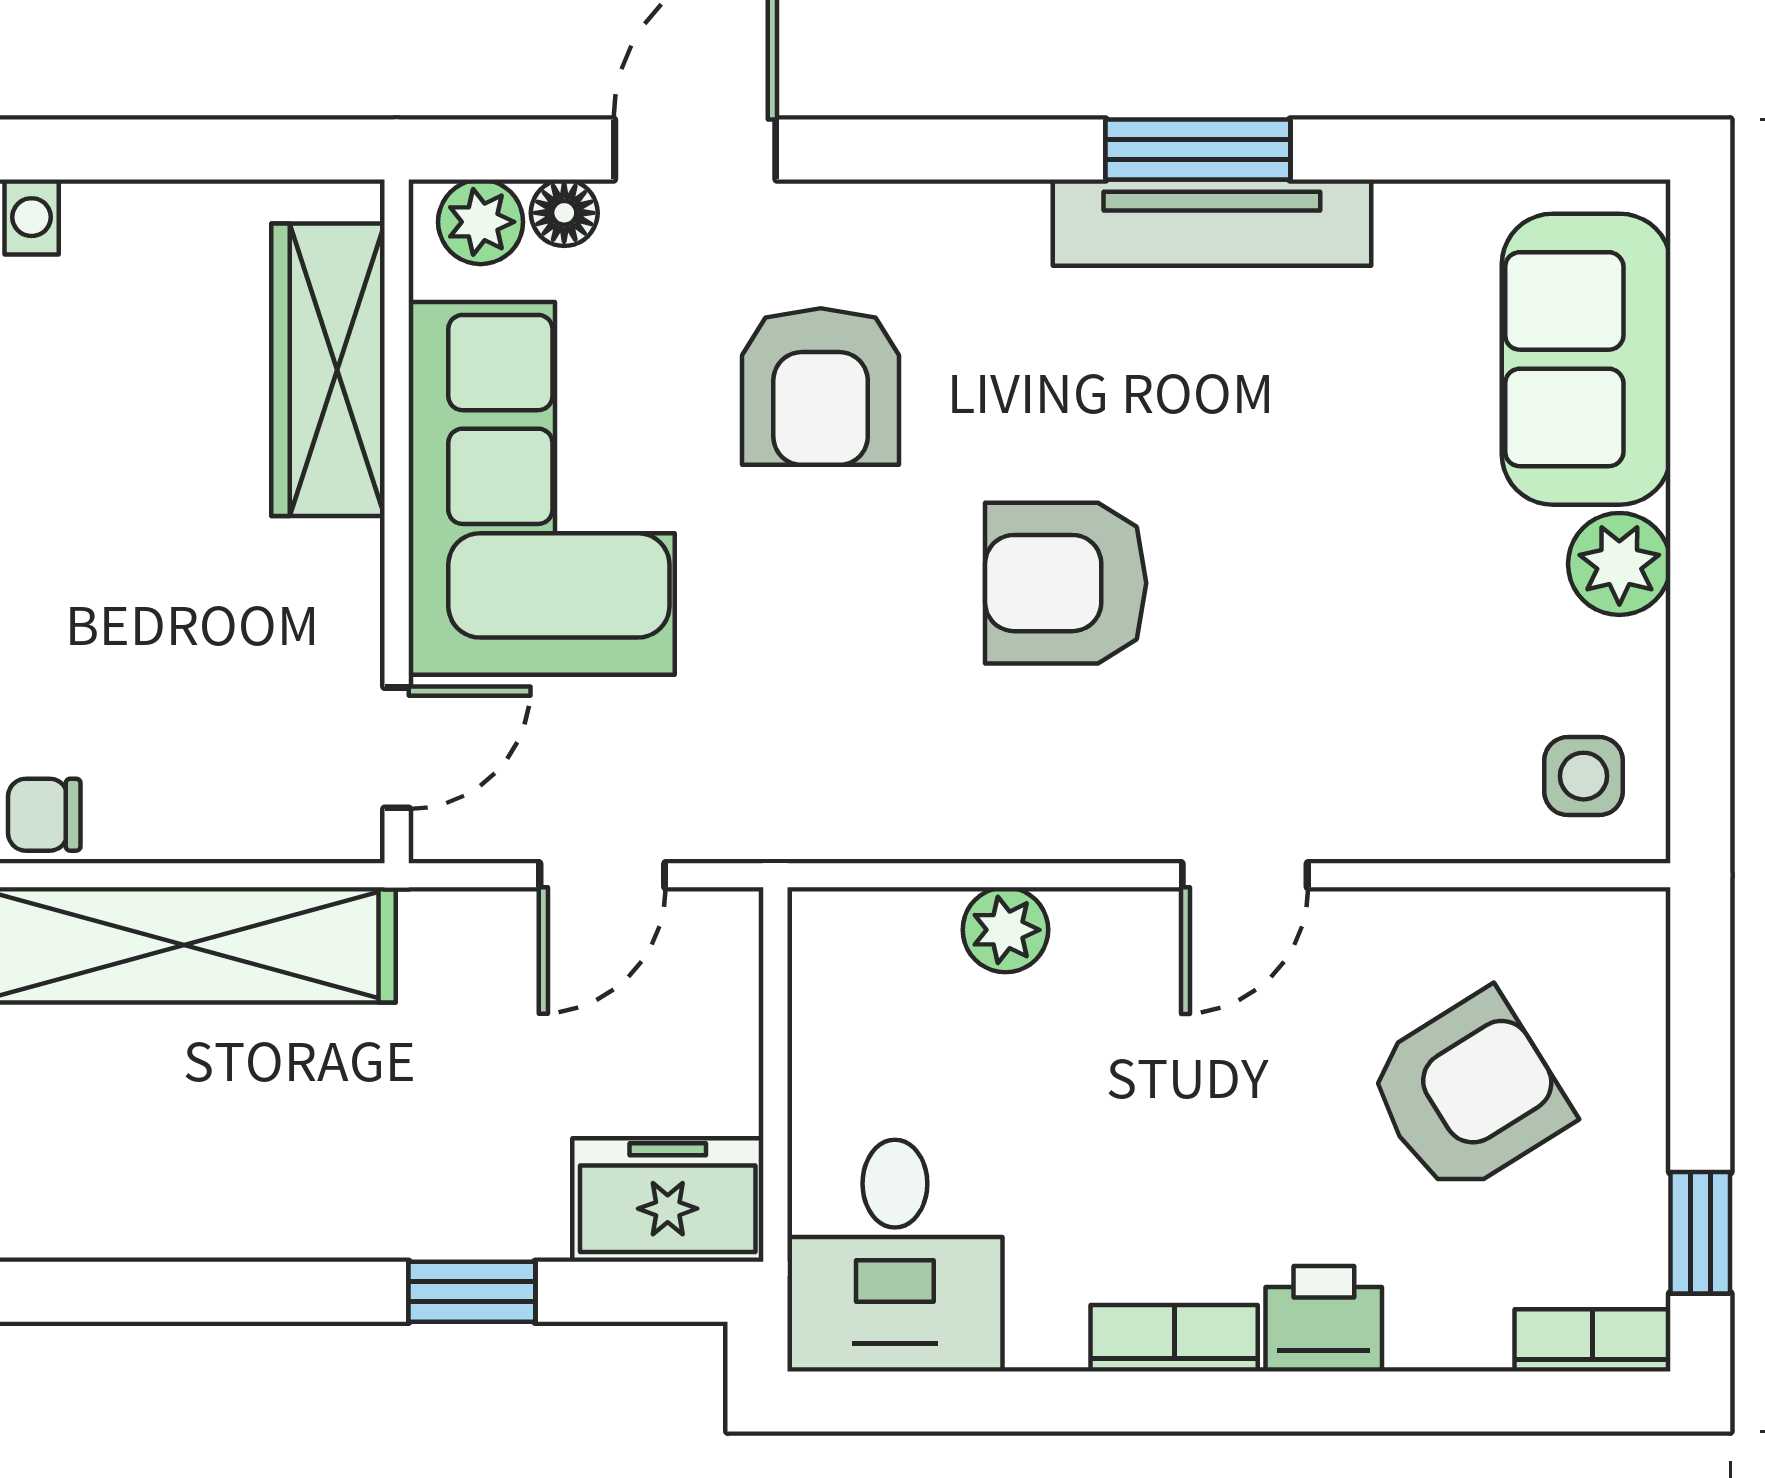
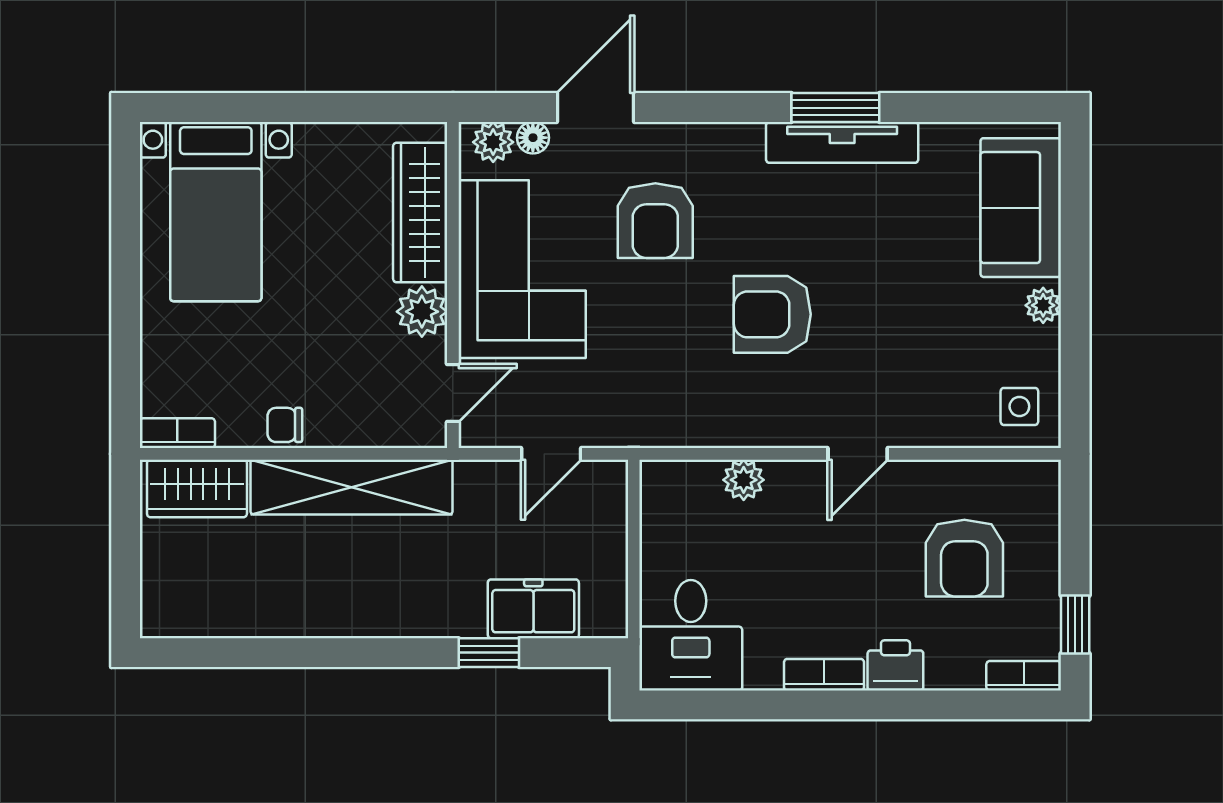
plant: (1619, 564) -> (1043, 305), width x0.73, depth x0.73
plant: (332, 577) -> (422, 312), added
armchair: (1468, 1094) -> (964, 558), turned 122
freezer: (668, 1200) -> (533, 609), moved

